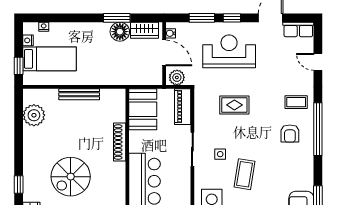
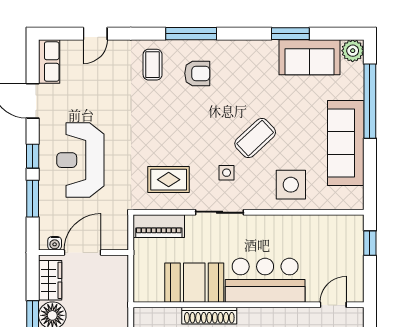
plant: (177, 77) -> (117, 234), removed
rug: (234, 105) -> (169, 180), moved, turned 90
booth: (143, 109) -> (194, 283), moved
window: (318, 129) -> (191, 34), width x0.68
coffee table: (245, 174) -> (255, 138), turned -52

